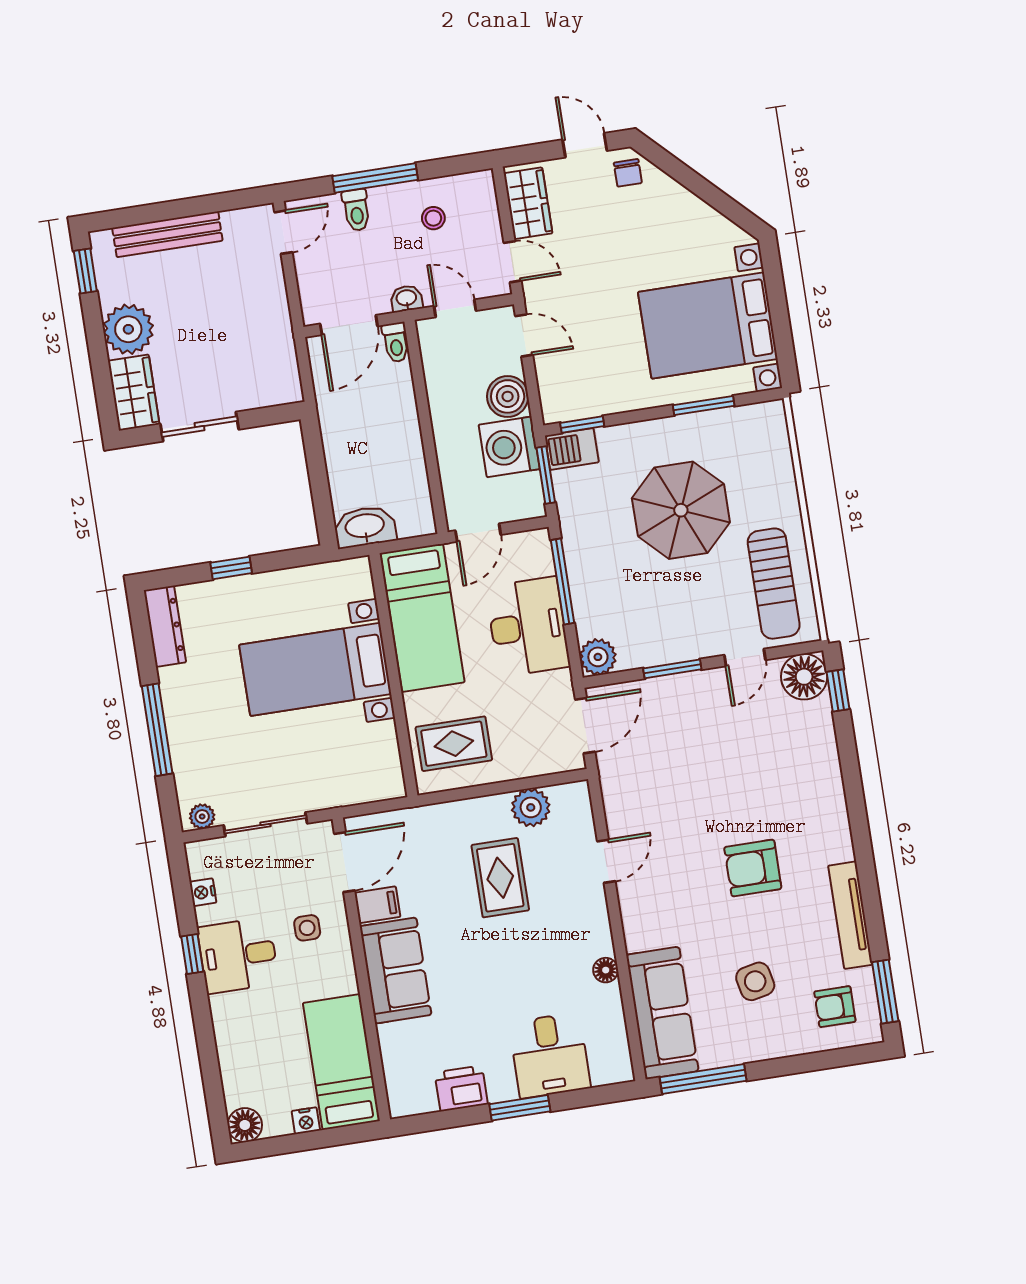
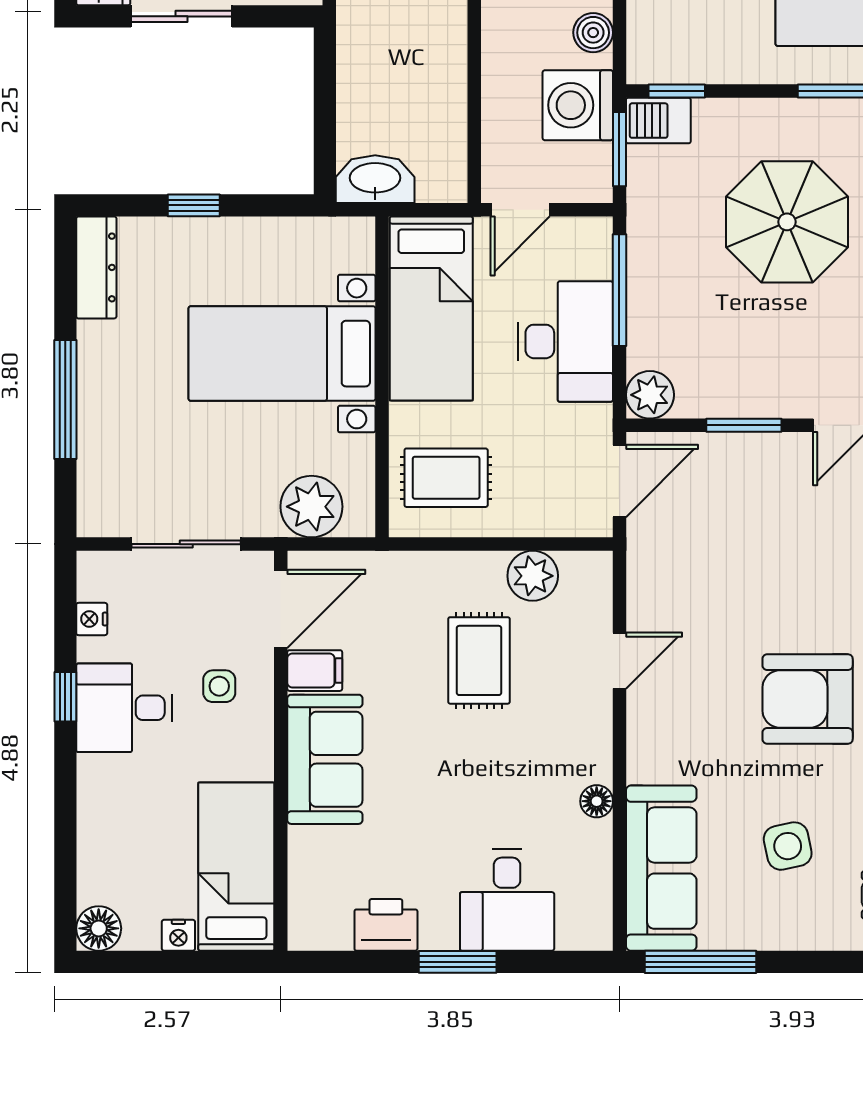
boiler: (508, 396) -> (593, 33), width x0.73, depth x0.73
plant: (202, 816) -> (311, 507), moved, width x1.88, depth x1.88
armchair: (753, 868) -> (808, 699), width x1.36, depth x1.36

